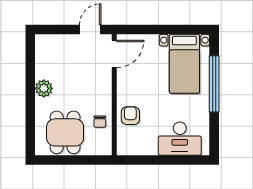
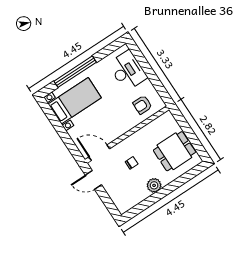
armchair: (130, 116) -> (142, 105), moved
chair: (100, 122) -> (132, 163), moved

